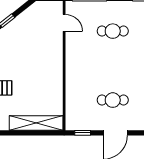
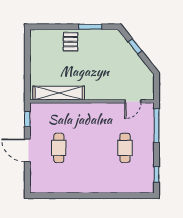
shelving: (36, 123) -> (59, 93), moved, turned 90

